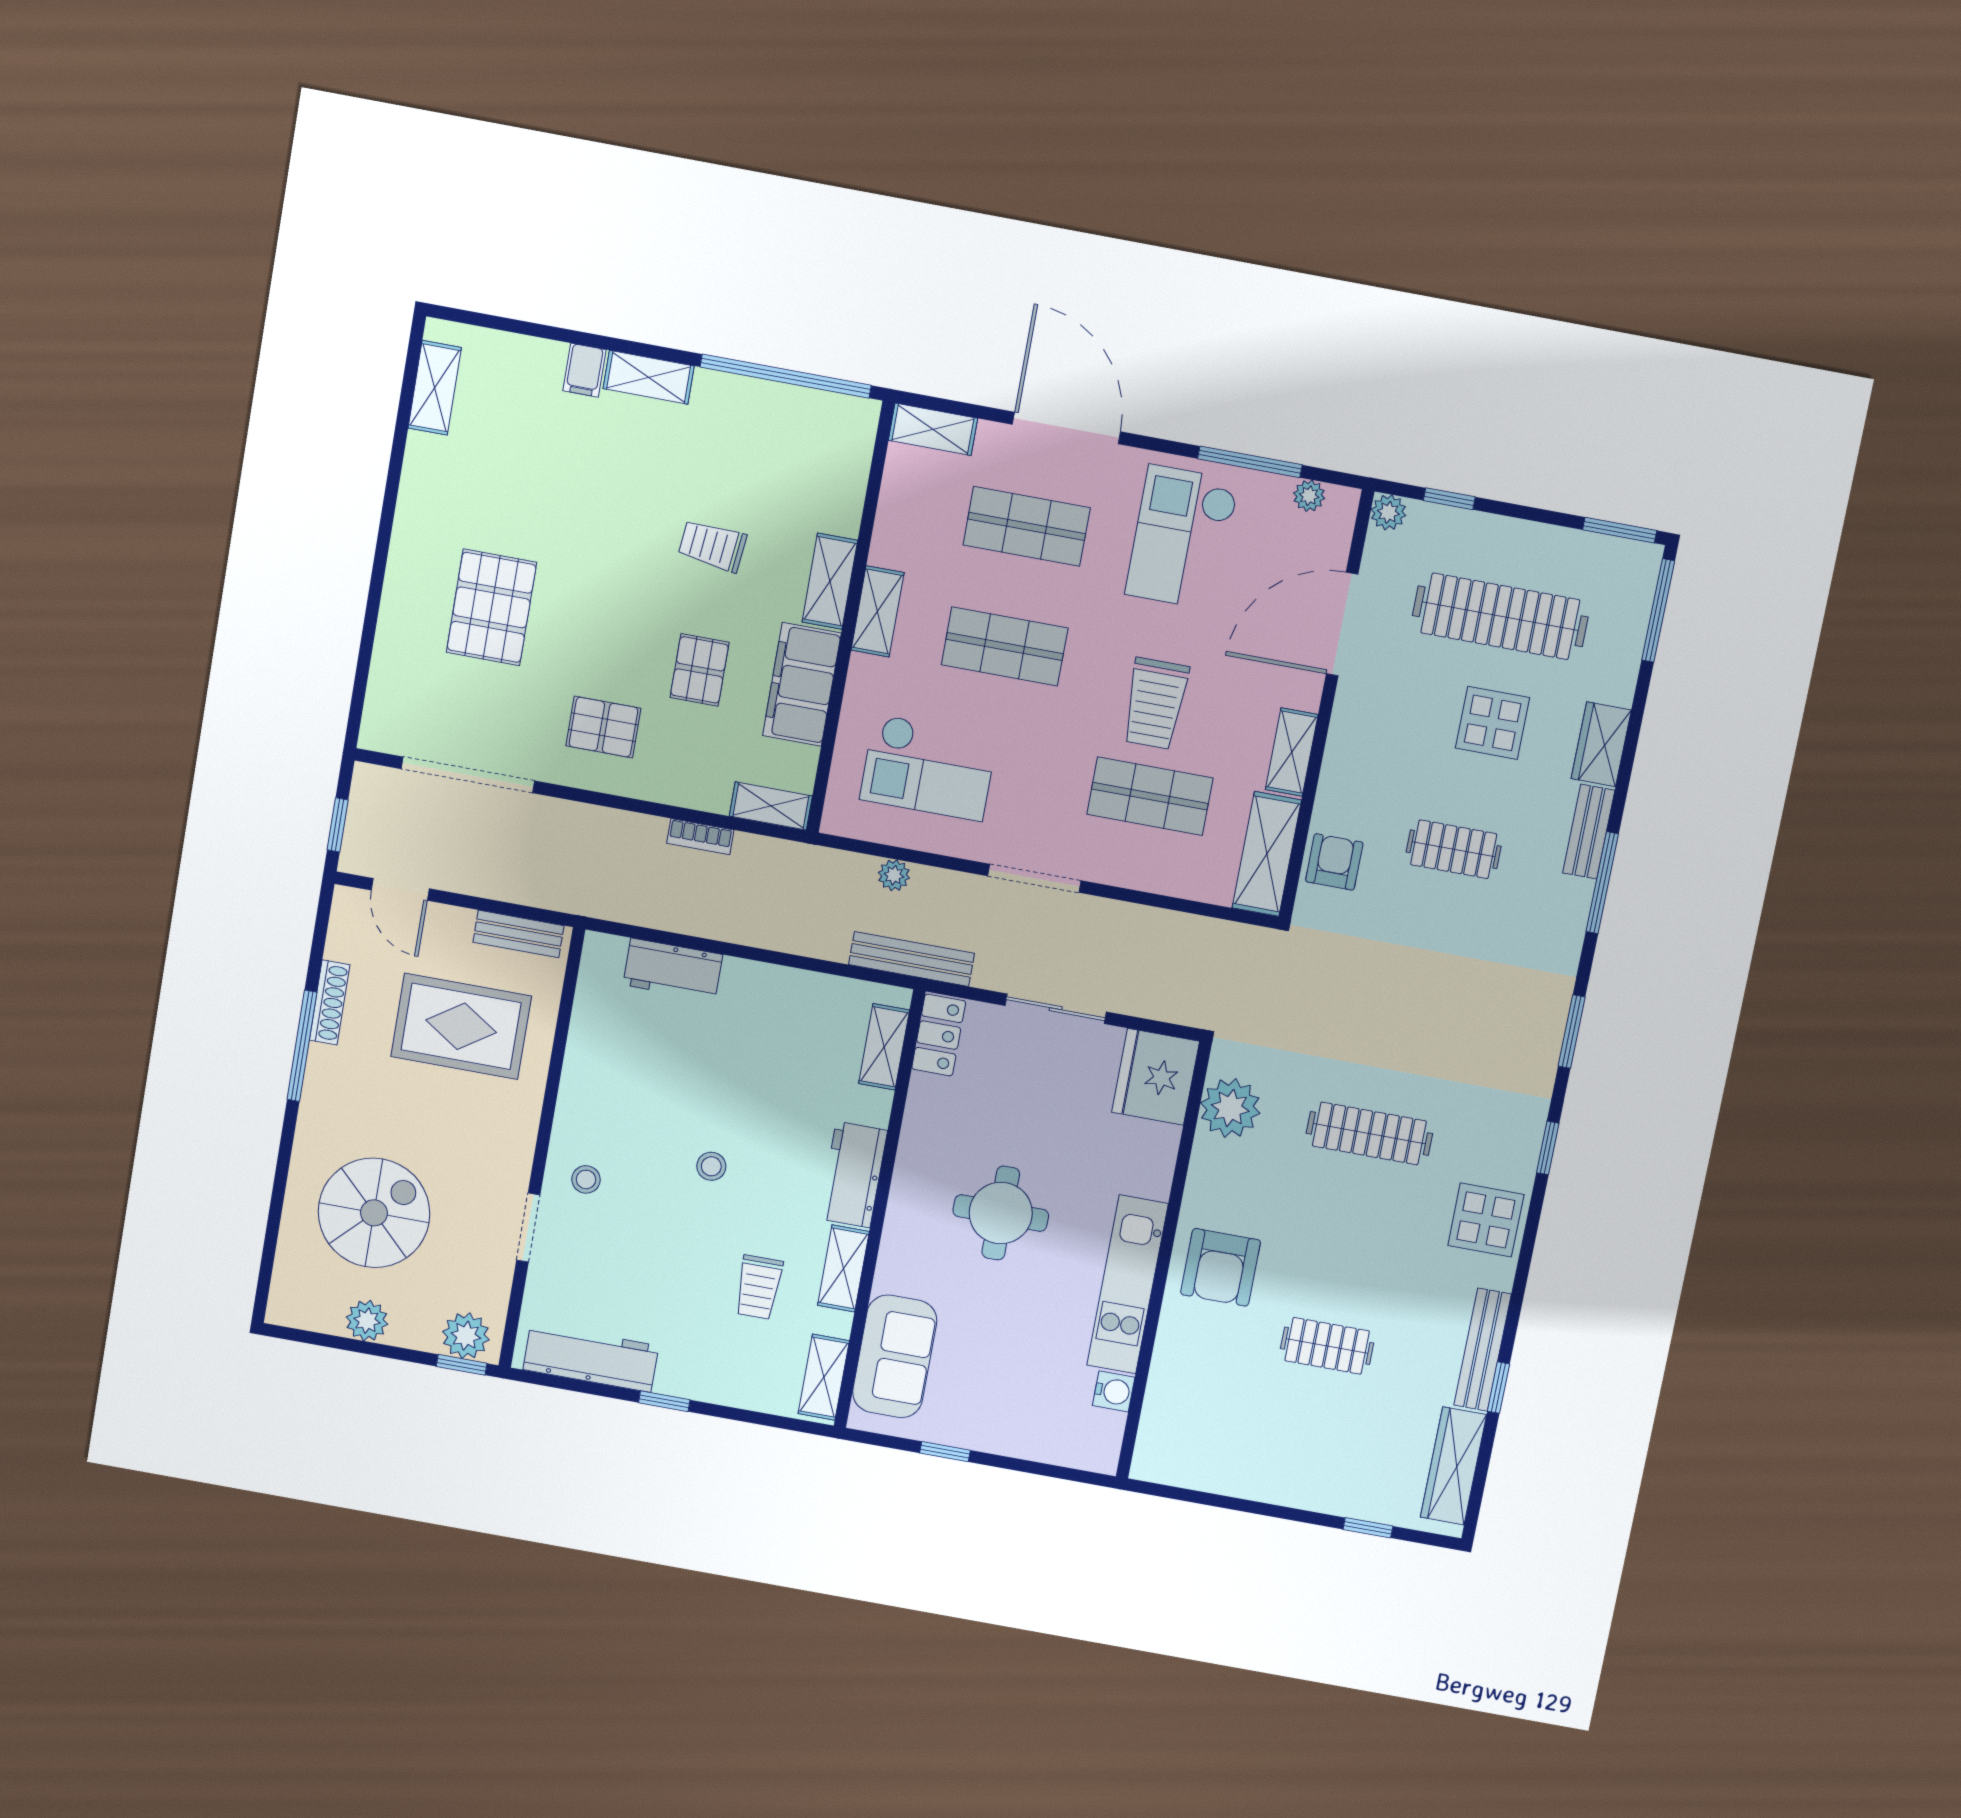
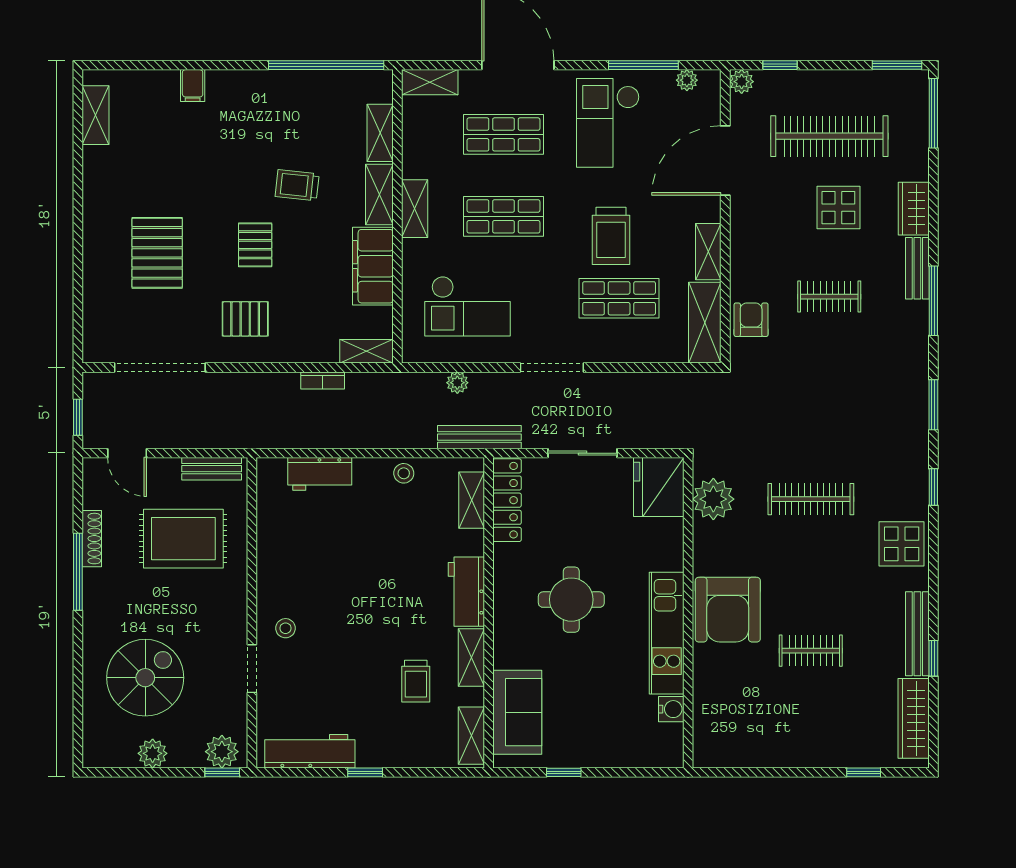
shelving: (649, 377) -> (380, 133), moved, turned 90
pallet: (700, 670) -> (255, 245), moved
locker: (939, 1035) -> (507, 500), width x1.53
stool: (711, 1166) -> (404, 473), moved
armchair: (1221, 1267) -> (728, 610), width x1.36, depth x1.36

